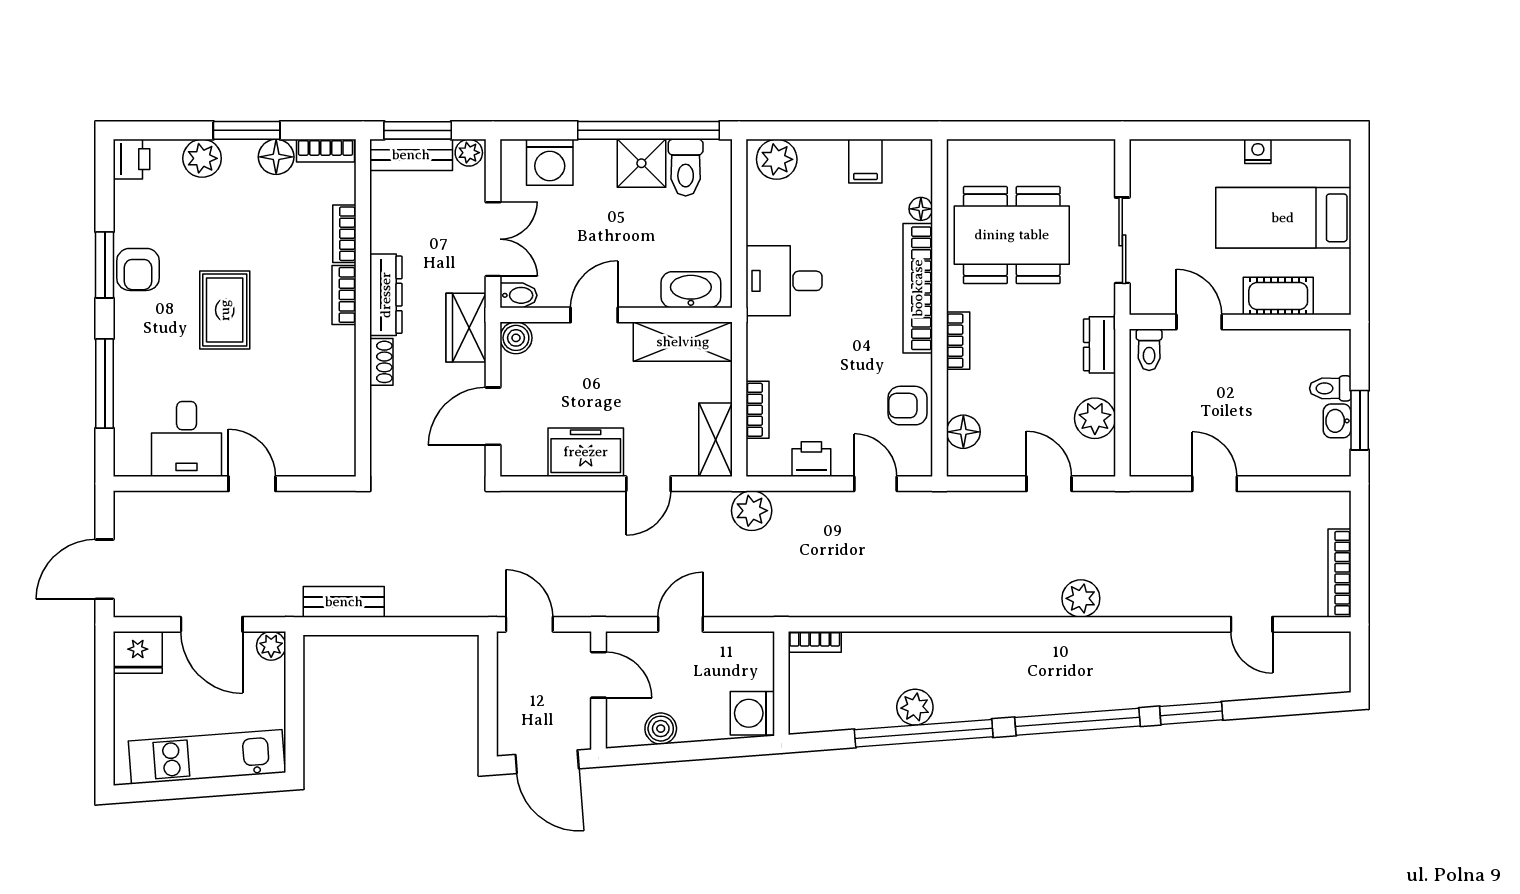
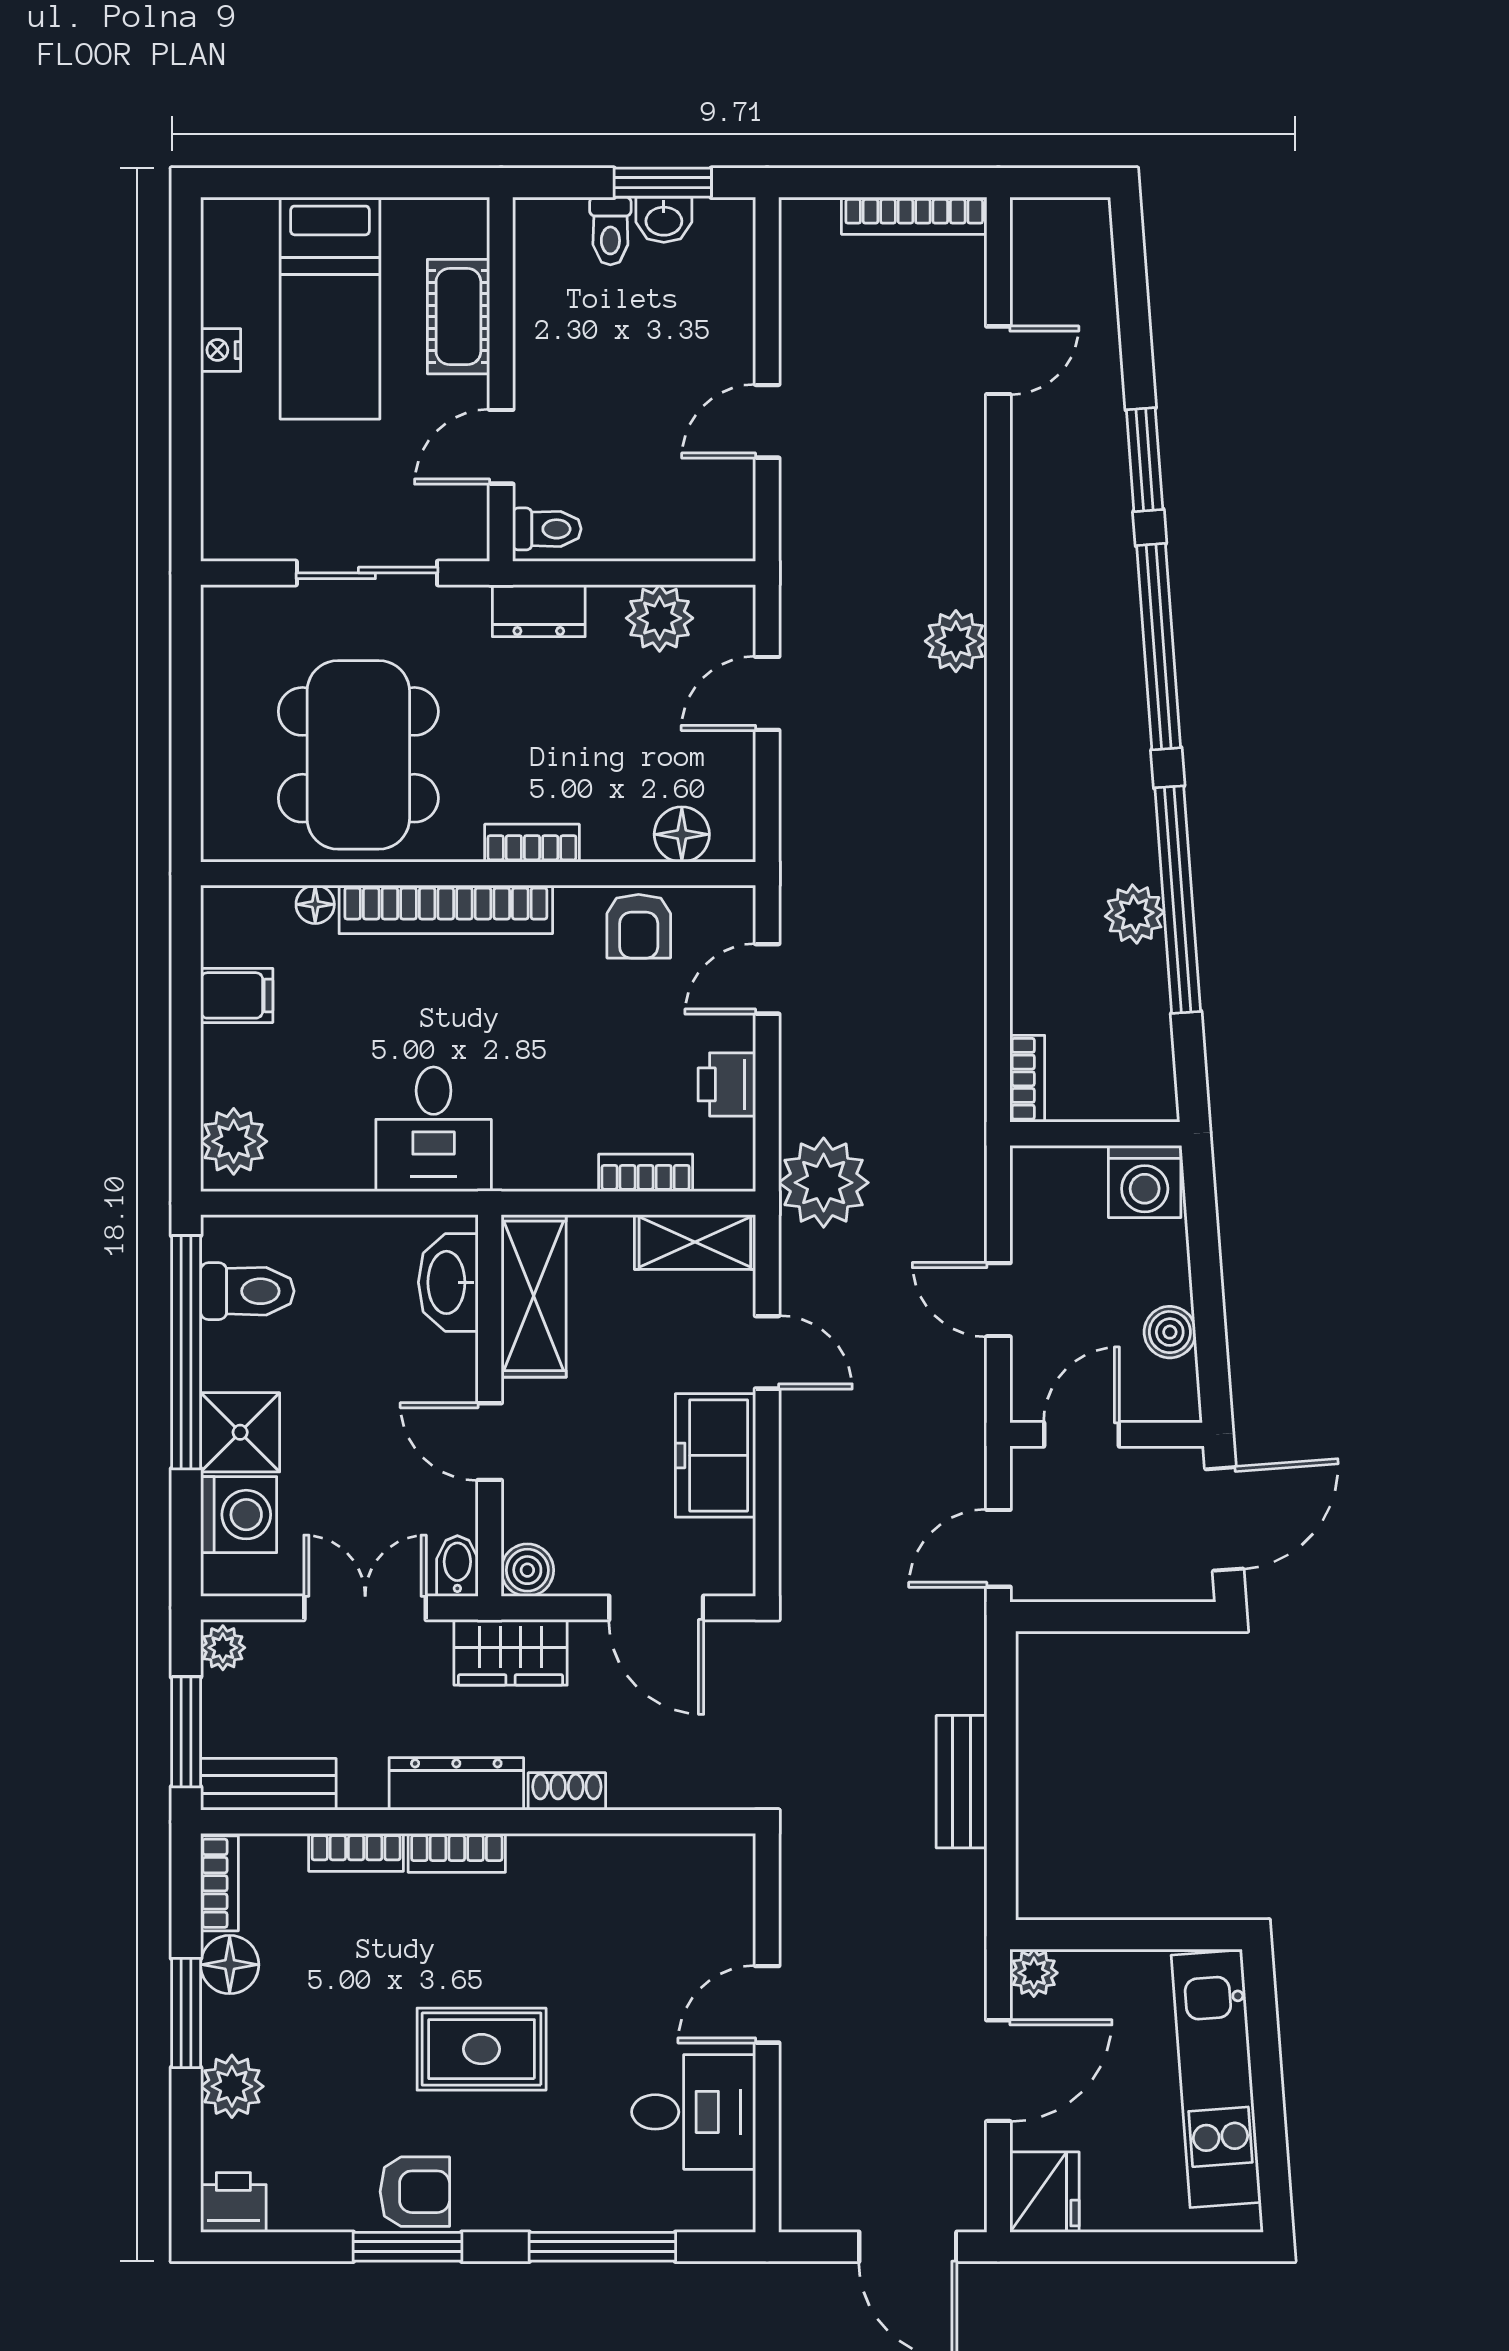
bench: (411, 155) -> (268, 1784), moved, turned 90
shower: (641, 163) -> (240, 1432), moved
plant: (752, 511) -> (824, 1183), width x1.36, depth x1.36
bench: (344, 602) -> (962, 1782), moved

